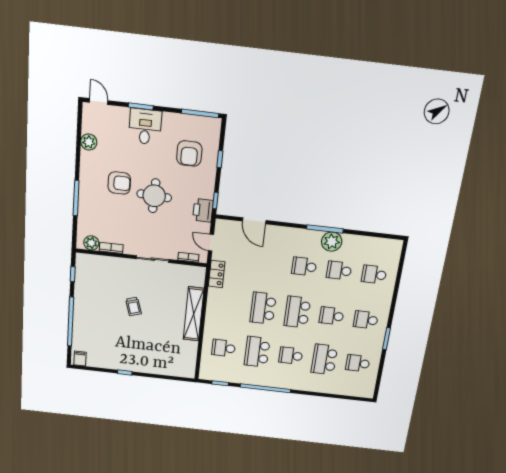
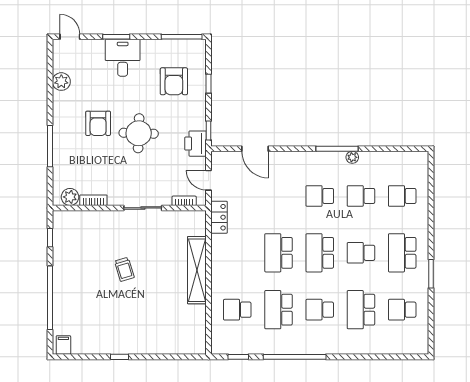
armchair: (119, 183) -> (98, 123), turned 90
plant: (332, 242) -> (352, 157), width x0.53, depth x0.53
school desk: (366, 320) -> (402, 253), width x1.85

